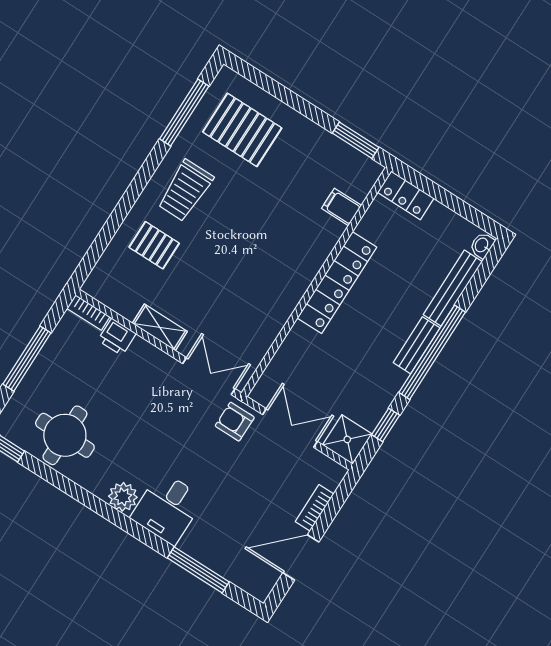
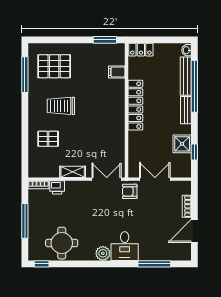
trolley: (185, 191) -> (61, 106), moved, turned 90
window: (432, 352) -> (194, 86), moved
shower: (347, 439) -> (182, 144), moved

